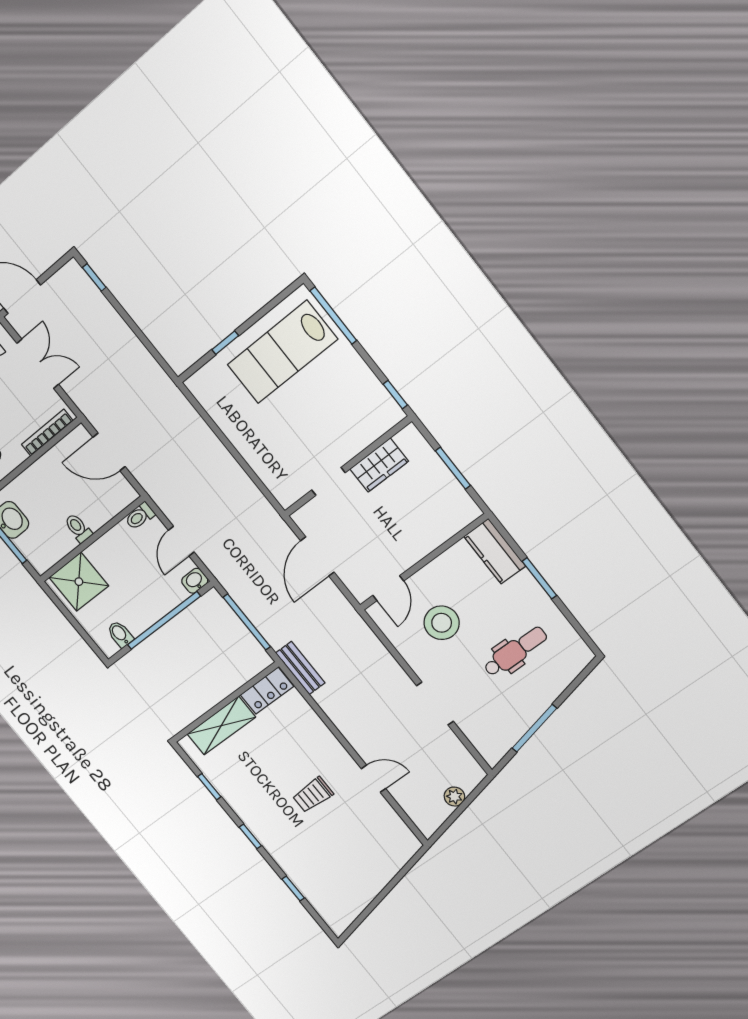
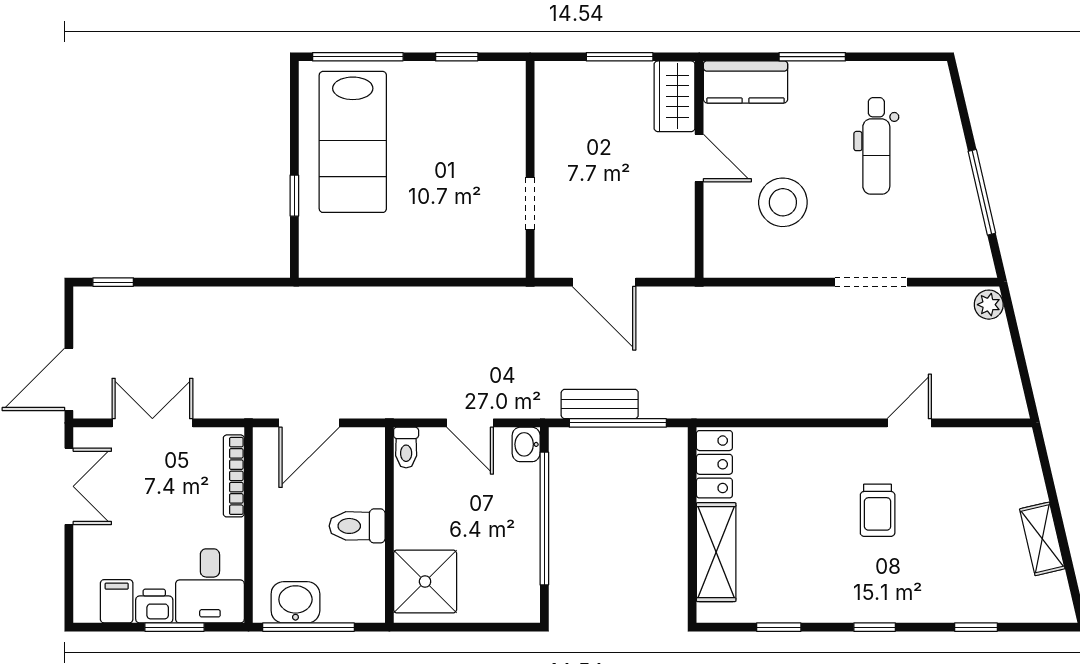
window: (395, 395) -> (457, 57), moved
wardrobe: (379, 465) -> (675, 96), moved, turned 180
toilet: (78, 528) -> (357, 526), width x1.37, depth x1.39
door: (388, 588) -> (699, 158), moved
bidet: (120, 634) -> (521, 584), removed
dental chair: (515, 652) -> (876, 146), turned 180
bench: (300, 668) -> (600, 404), moved
plant: (454, 797) -> (989, 305), moved
shelving: (368, 891) -> (1042, 539), added

